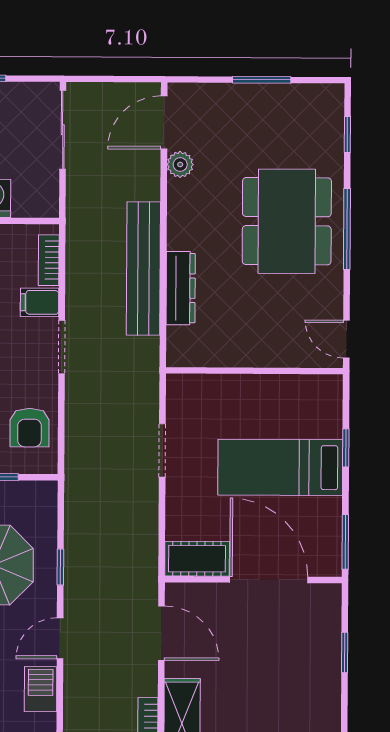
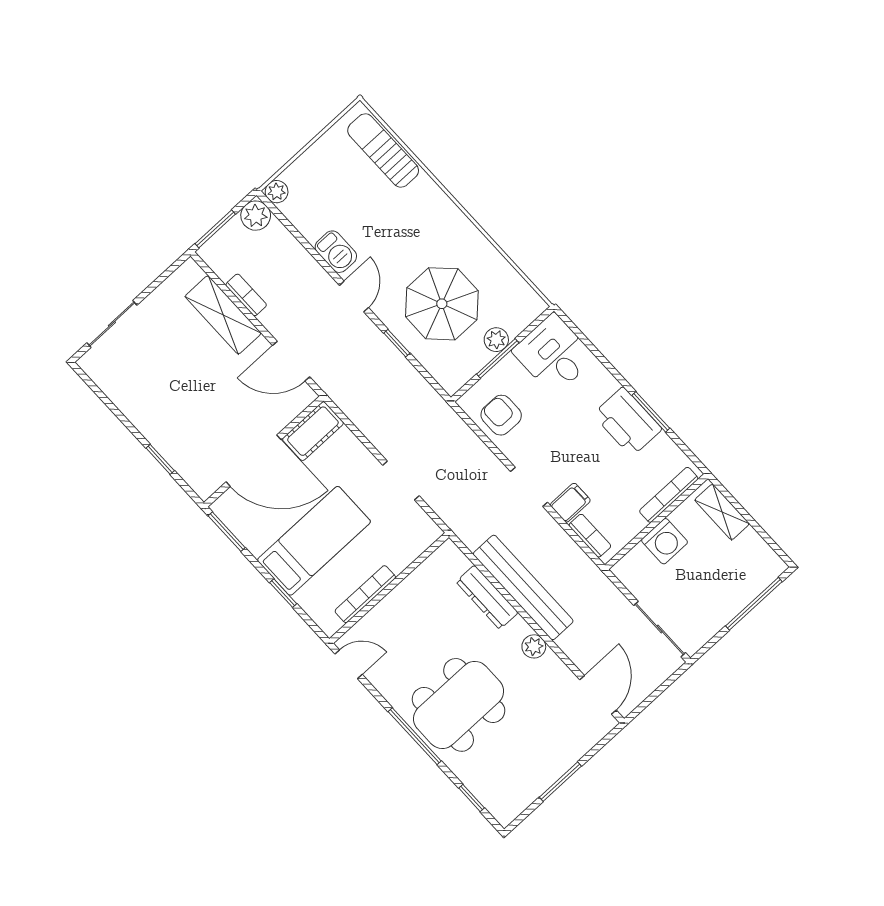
plant: (180, 164) -> (534, 646), moved
dining table: (287, 221) -> (459, 705), turned 90
bookcase: (279, 384) -> (365, 594), added

